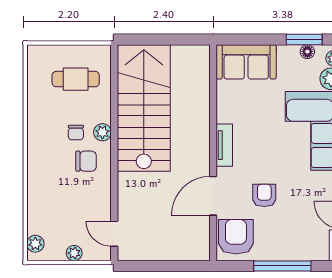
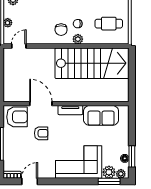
sofa: (246, 62) -> (101, 115), moved, turned -90
cafe table: (76, 79) -> (109, 24), turned 90

